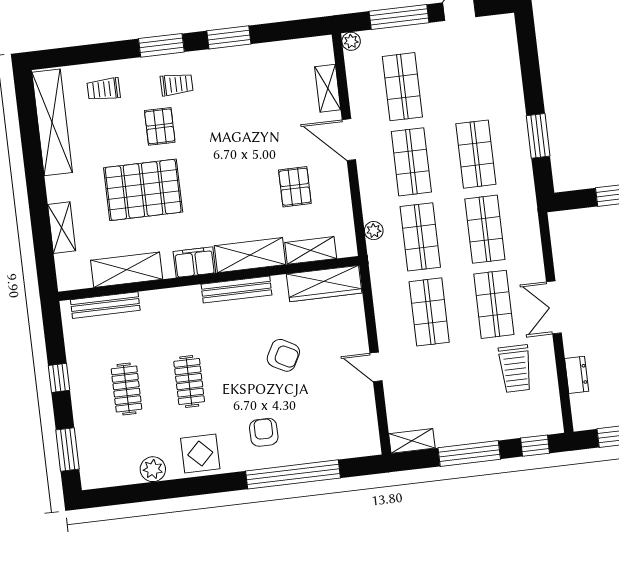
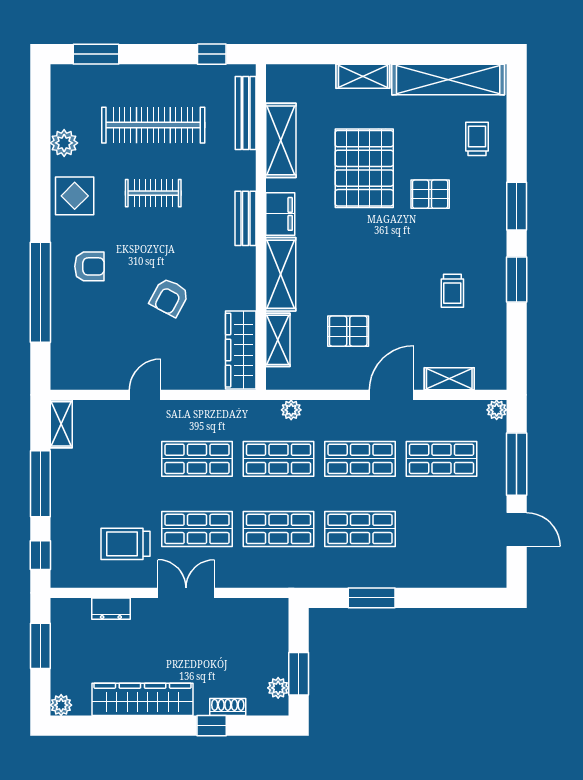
trolley: (177, 84) -> (452, 291), moved
shelving: (62, 228) -> (363, 76), moved
bench: (236, 290) -> (246, 218), moved, width x0.73
window: (59, 378) -> (212, 54), moved
clothes rail: (127, 389) -> (153, 125), width x1.86, depth x1.31

